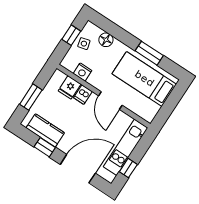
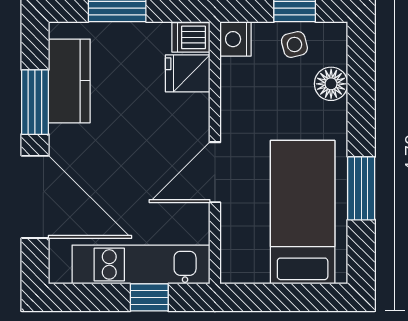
nightstand: (83, 72) -> (236, 39), moved
dishwasher: (83, 95) -> (191, 37), moved
window: (45, 147) -> (35, 102), width x1.50
window: (128, 168) -> (149, 297), moved

